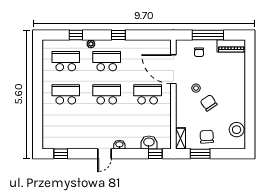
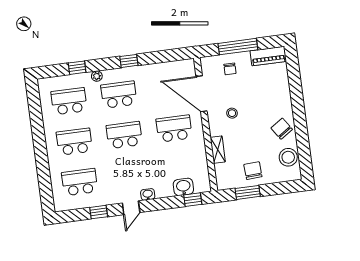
chair: (209, 103) -> (282, 129), moved
school desk: (66, 128) -> (80, 182), added
shelving: (181, 138) -> (218, 150), moved
window: (61, 154) -> (99, 212), moved

